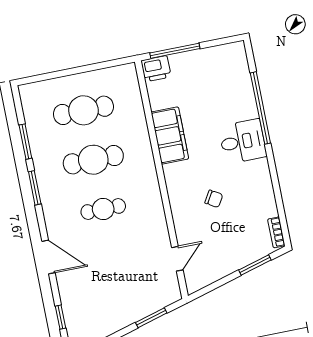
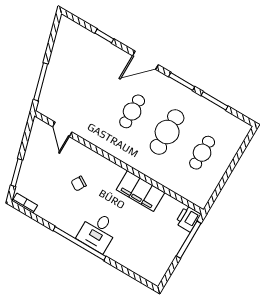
window: (260, 108) -> (80, 244), moved
cafe table: (83, 110) -> (202, 153), width x0.73, depth x0.74
door: (49, 257) -> (145, 60), moved
window: (61, 317) -> (104, 36), moved
window: (151, 318) -> (41, 82), width x1.44

